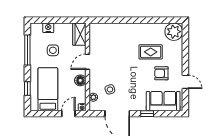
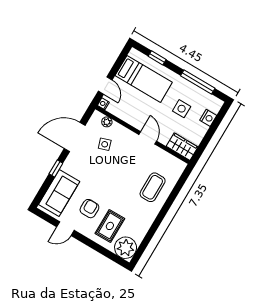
coffee table: (120, 38) -> (153, 187), added
rug: (151, 52) -> (110, 226), moved
floor lamp: (80, 80) -> (133, 119), removed

